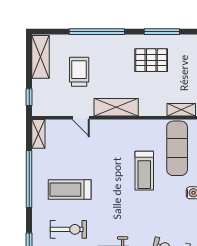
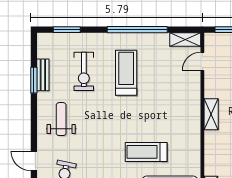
shelving: (116, 107) -> (211, 114), width x0.67, depth x0.75
door: (81, 118) -> (202, 61), moved

